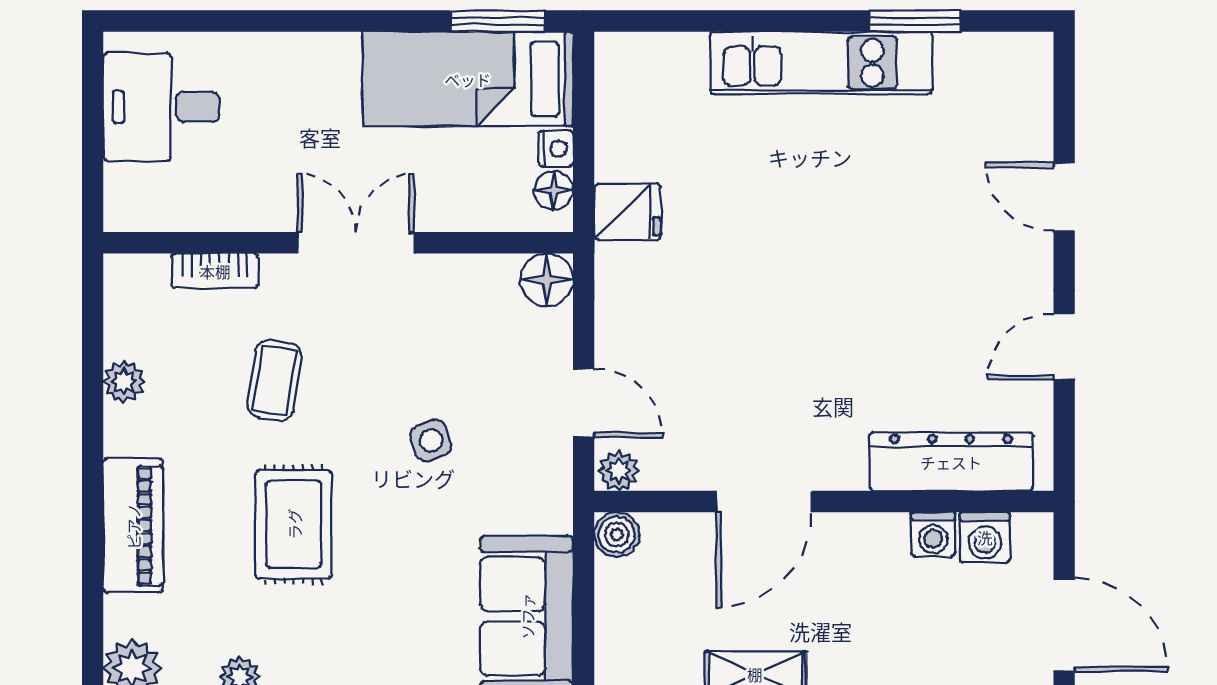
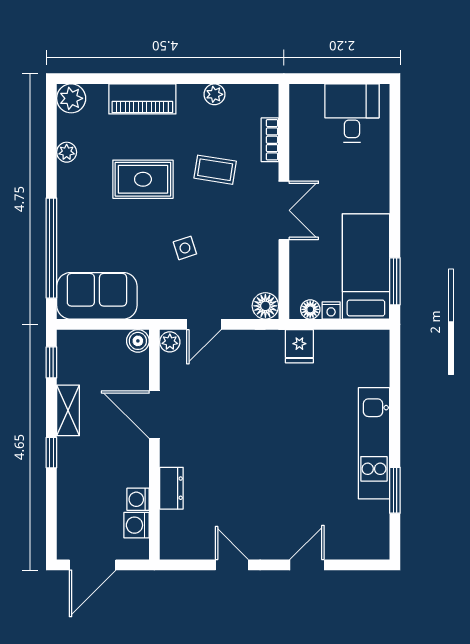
dresser: (951, 462) -> (171, 488), width x0.51, depth x0.80

